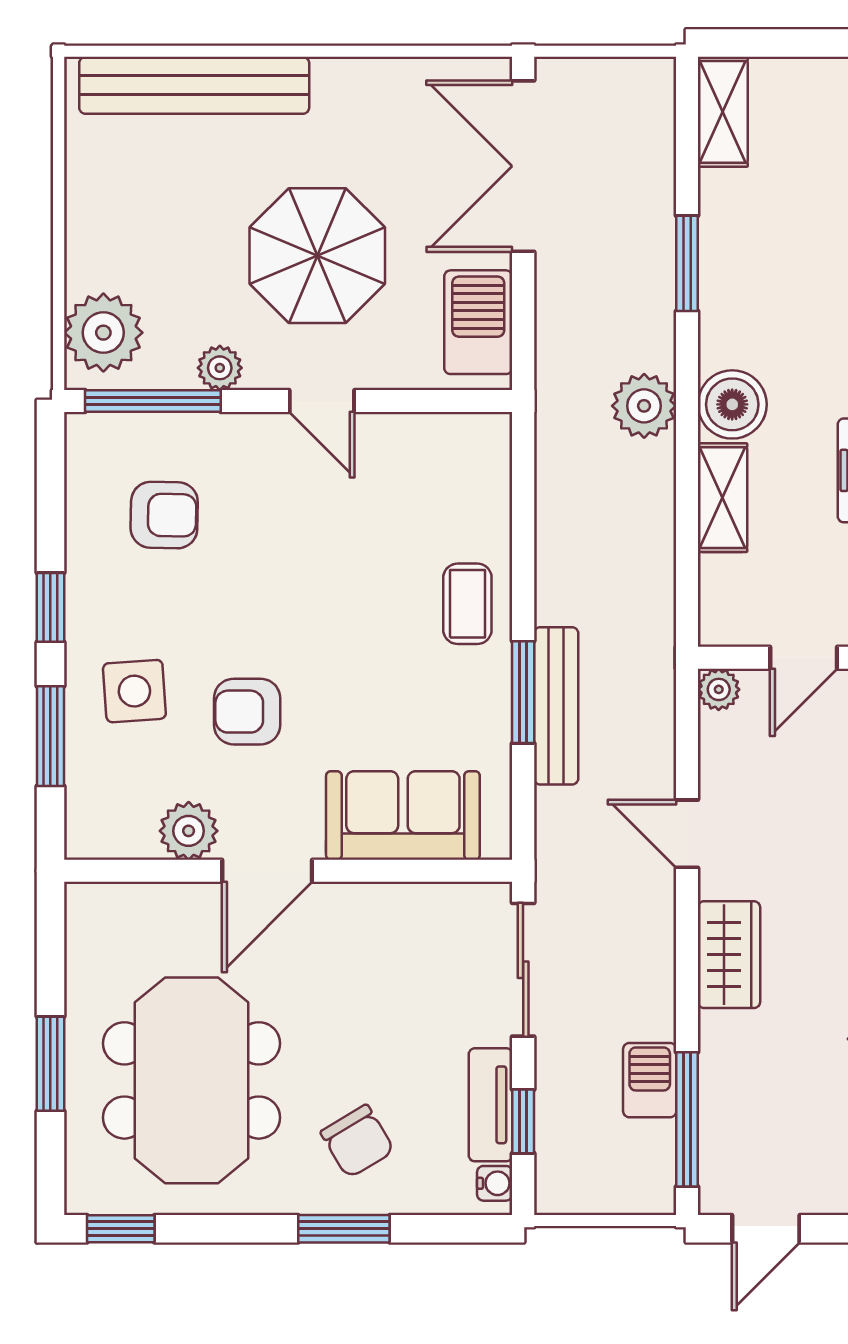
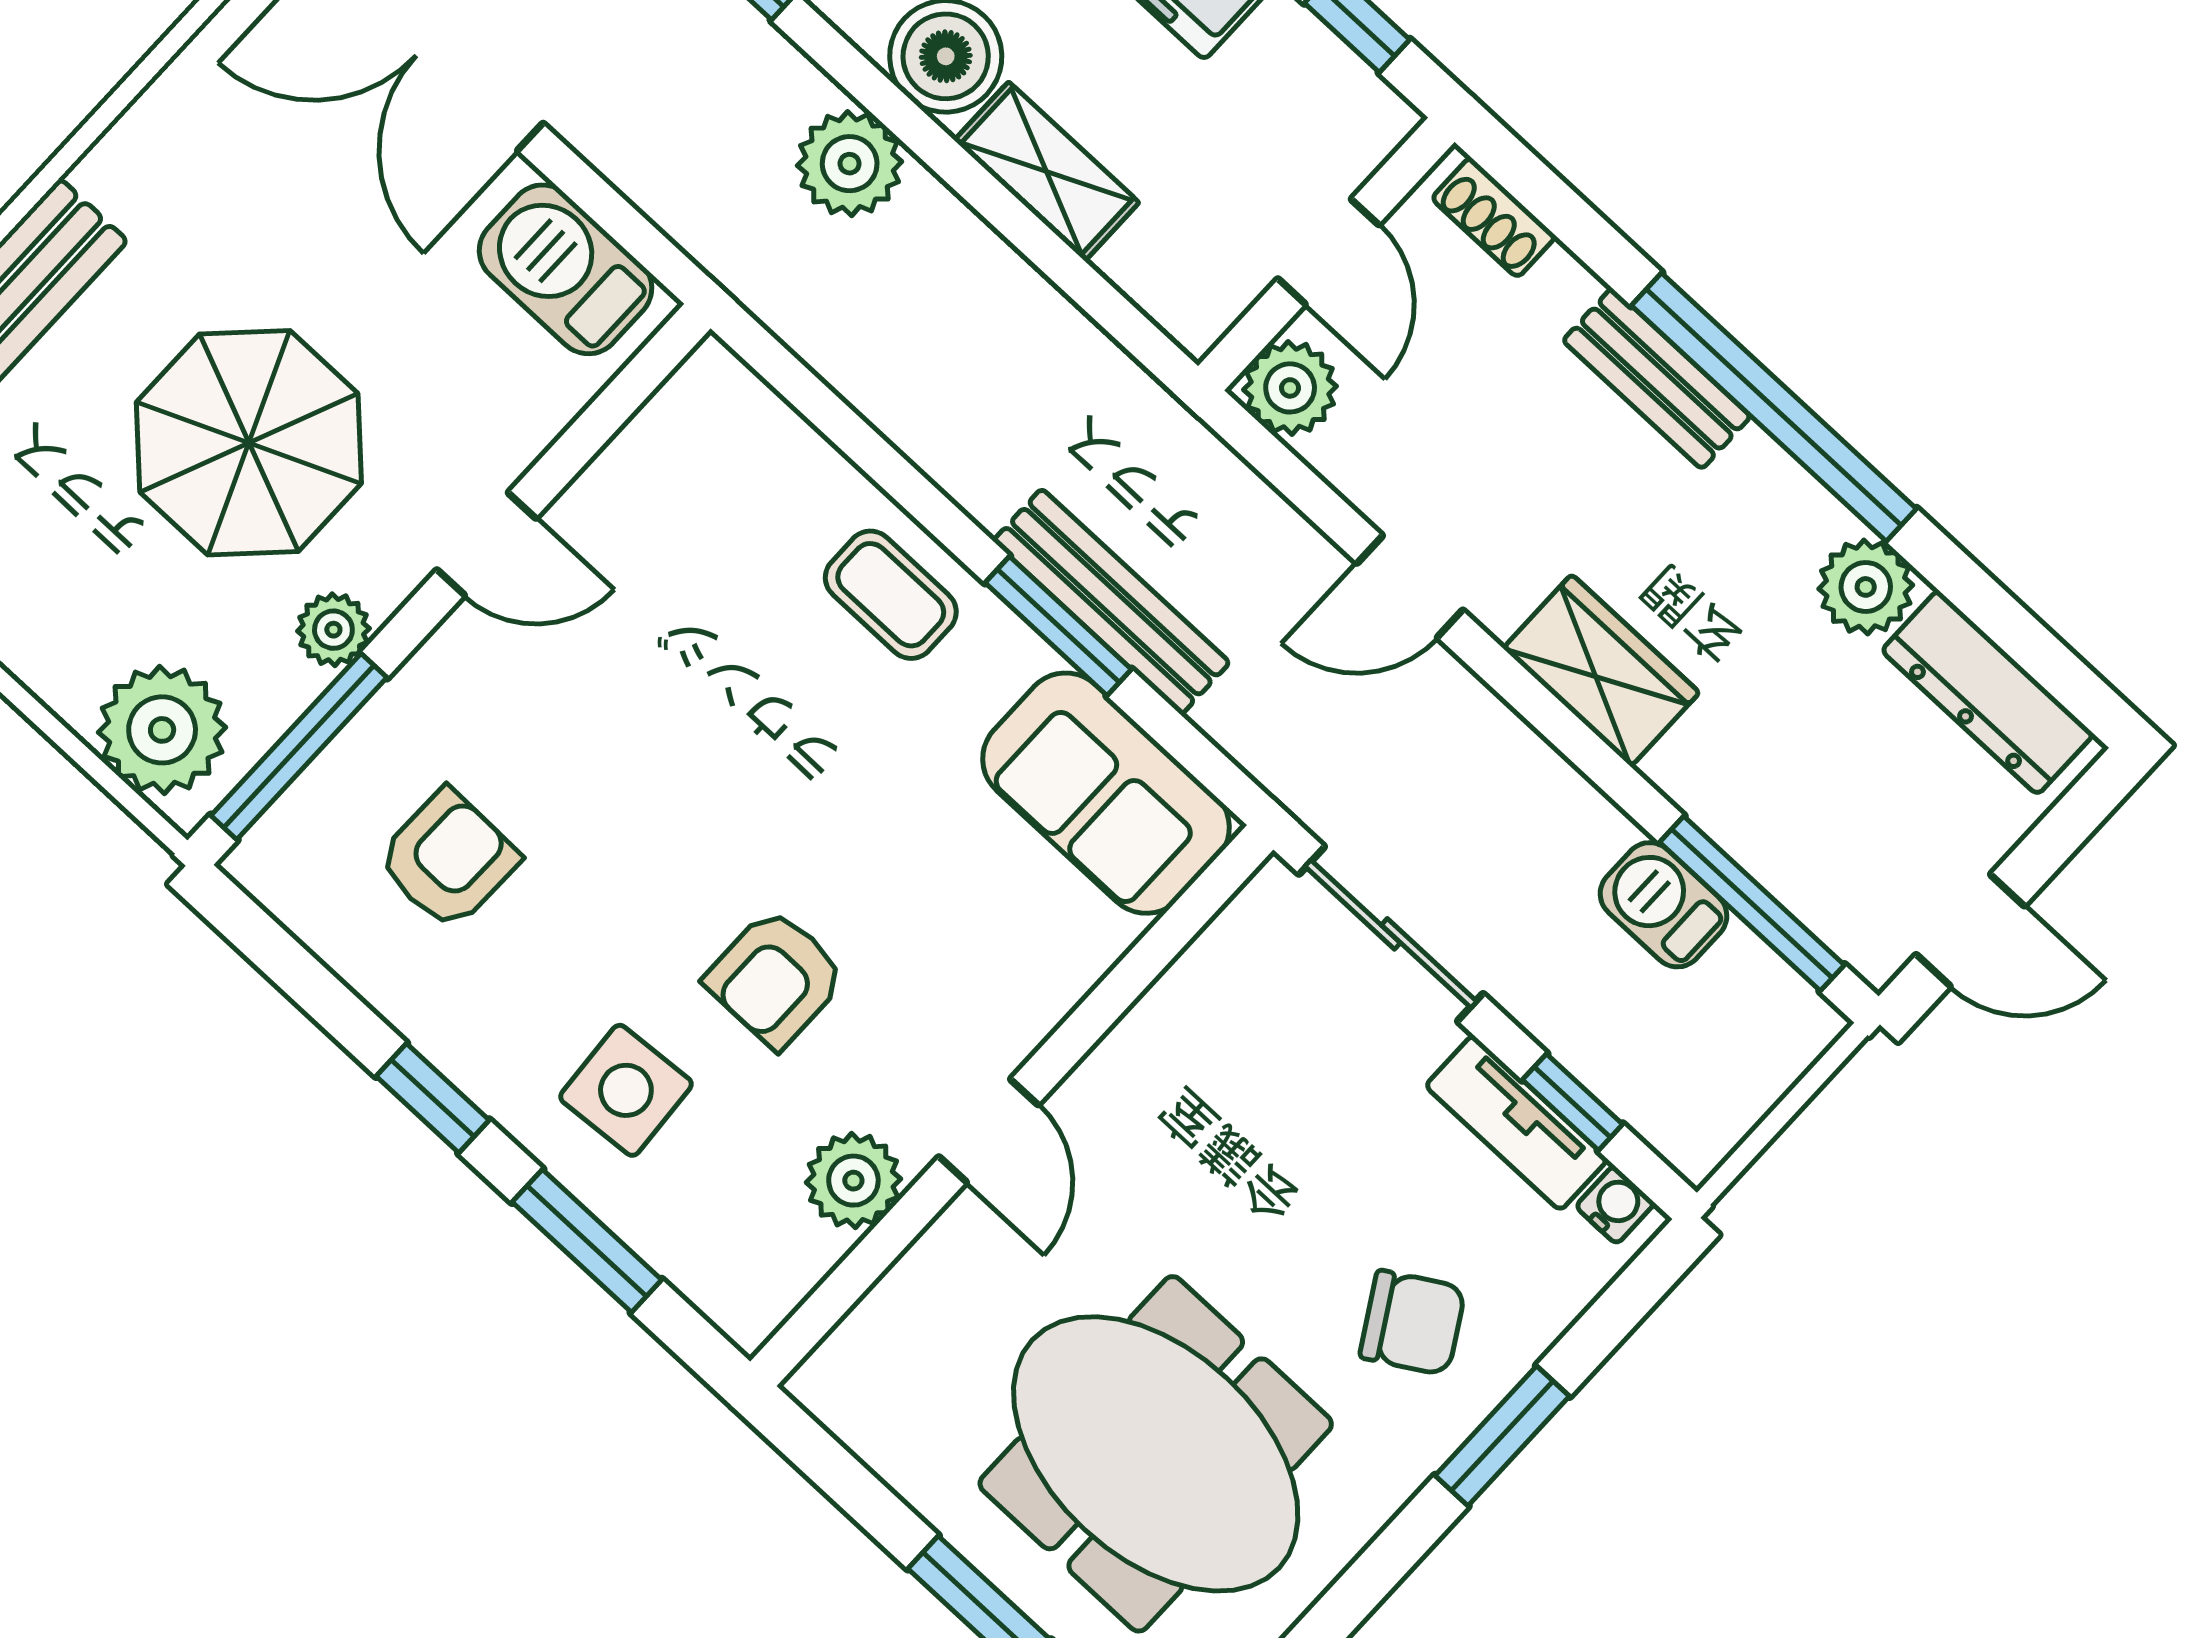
parasol: (317, 256) -> (249, 443), moved
plant: (719, 689) -> (1290, 388), width x1.38, depth x1.38
sofa: (403, 816) -> (1106, 793), moved, turned -90
door: (267, 871) -> (989, 1131), width x0.73
door: (766, 1229) -> (1970, 930), hinge flipped

